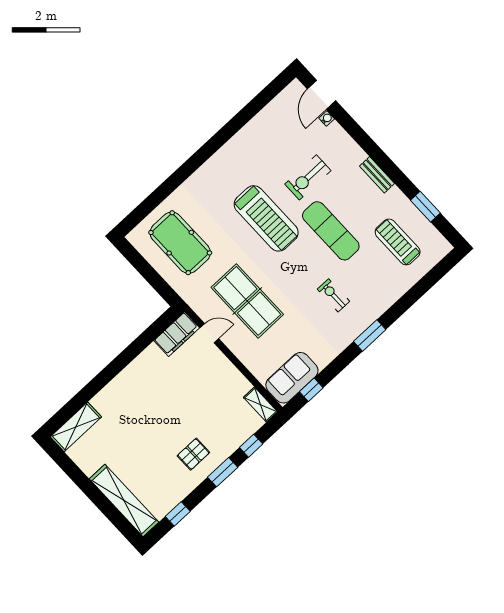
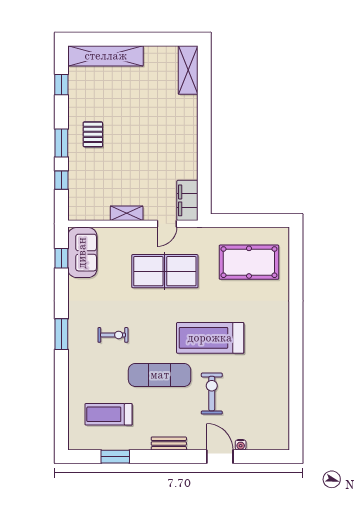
door: (322, 95) -> (220, 457), moved
treadmill: (398, 242) -> (109, 414), turned 180
shelving: (260, 405) -> (127, 213), moved

